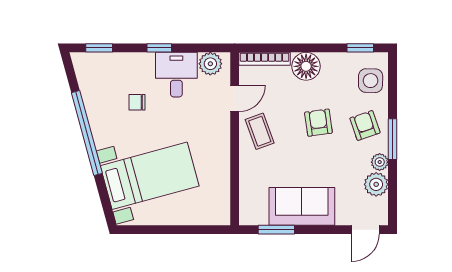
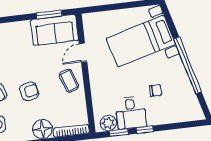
window: (99, 48) -> (119, 133), moved
door: (235, 98) -> (83, 53), moved
armchair: (318, 123) -> (29, 91), turned -94
sofa: (302, 206) -> (55, 30), moved

